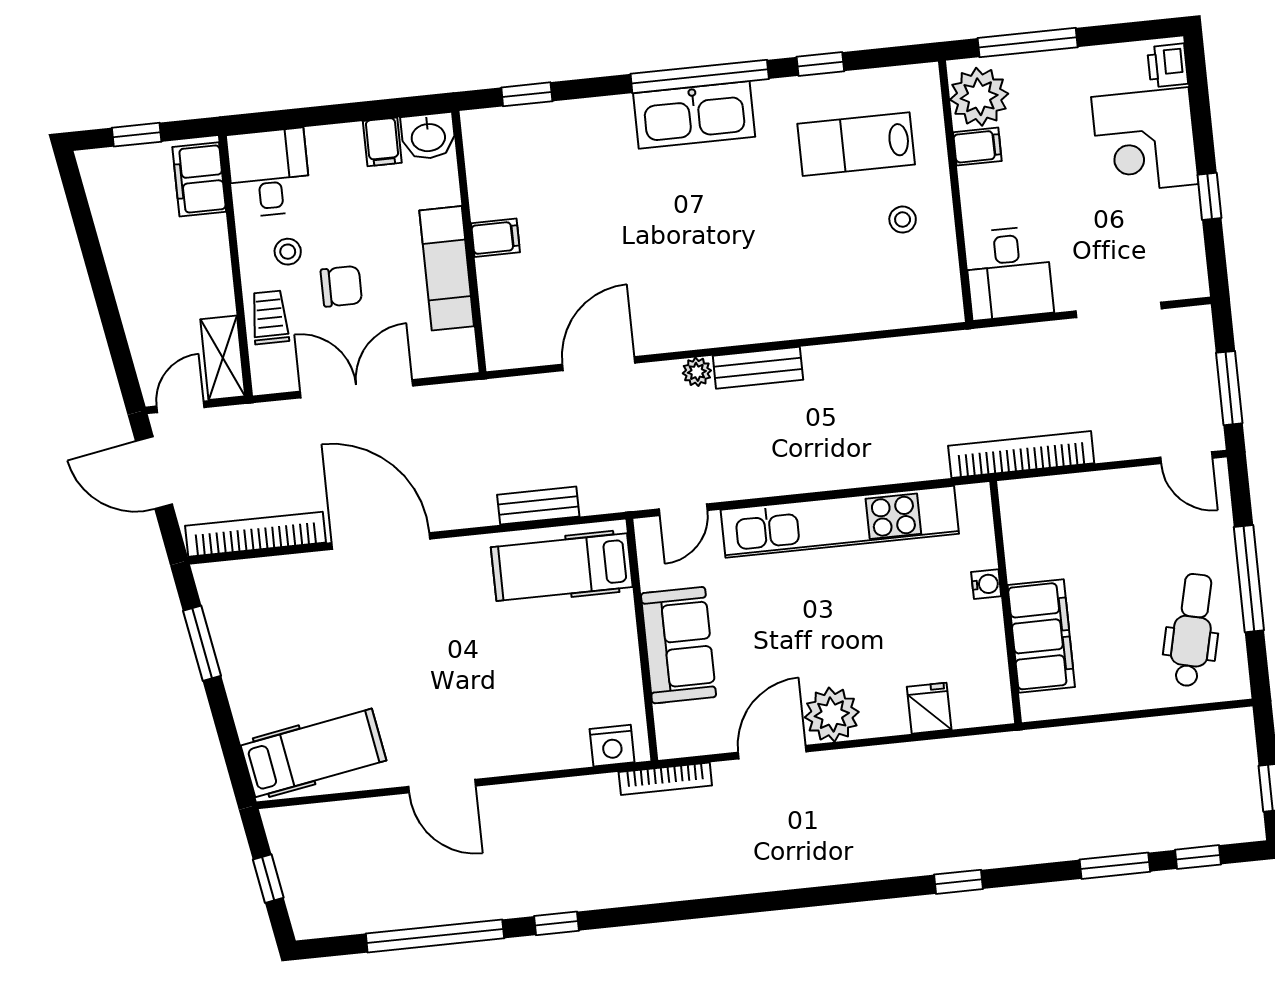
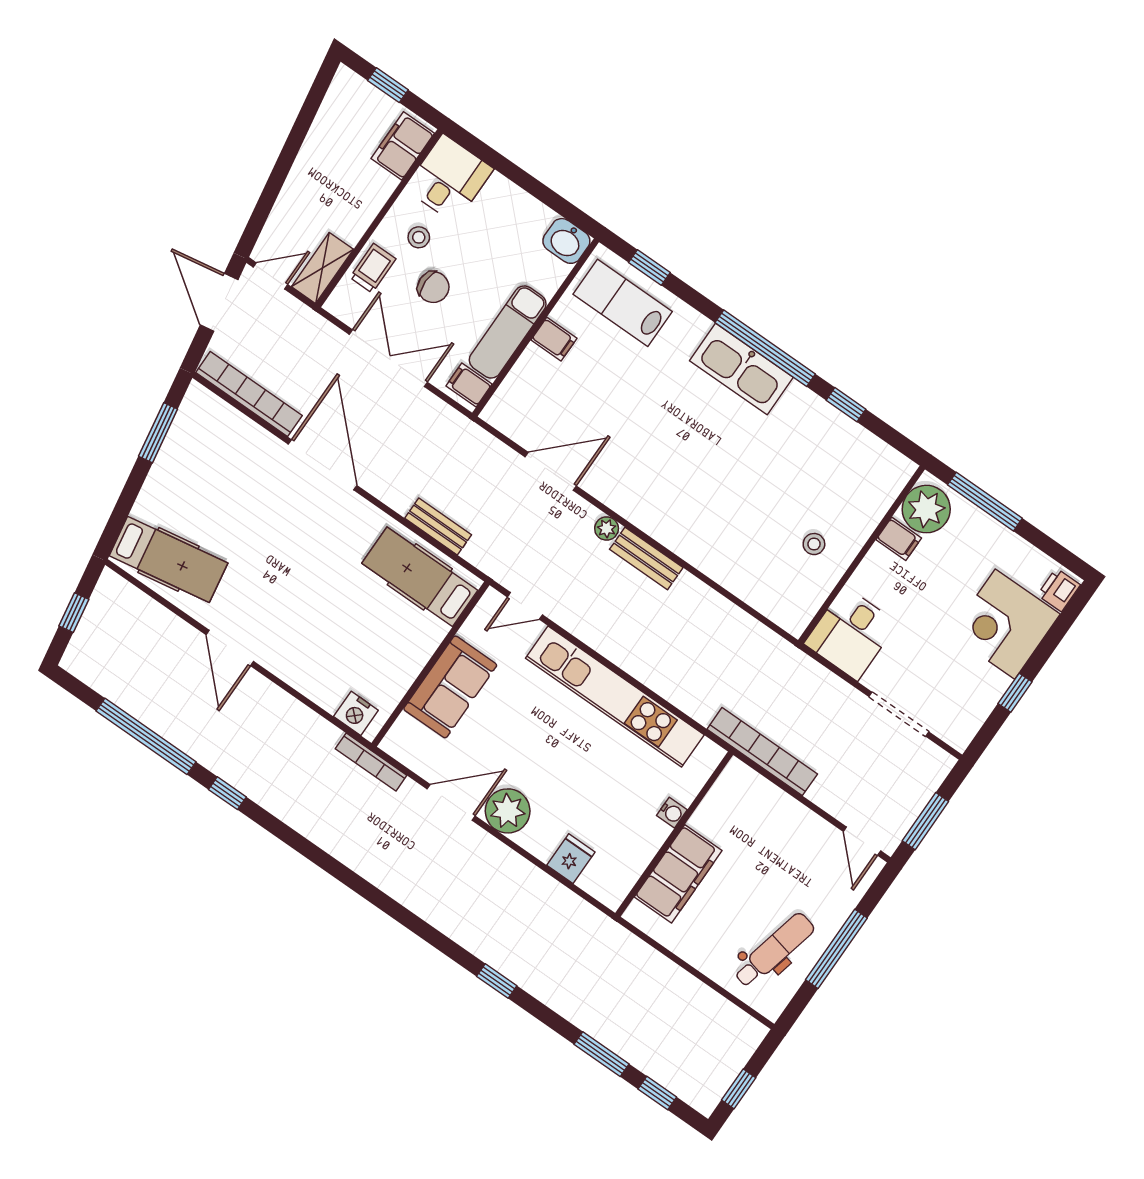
filing cabinet: (382, 142) -> (469, 385), moved, turned 90
lab bench: (856, 144) -> (623, 303), moved

